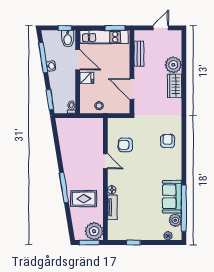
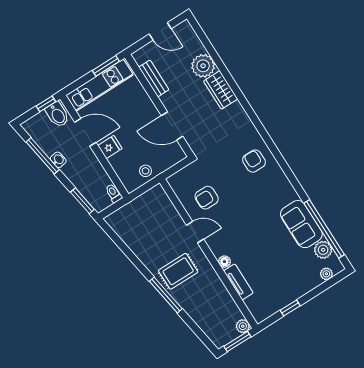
door: (161, 28) -> (160, 31), swing flipped
rug: (84, 199) -> (178, 271), moved
plant: (94, 231) -> (243, 326), width x0.53, depth x0.53

